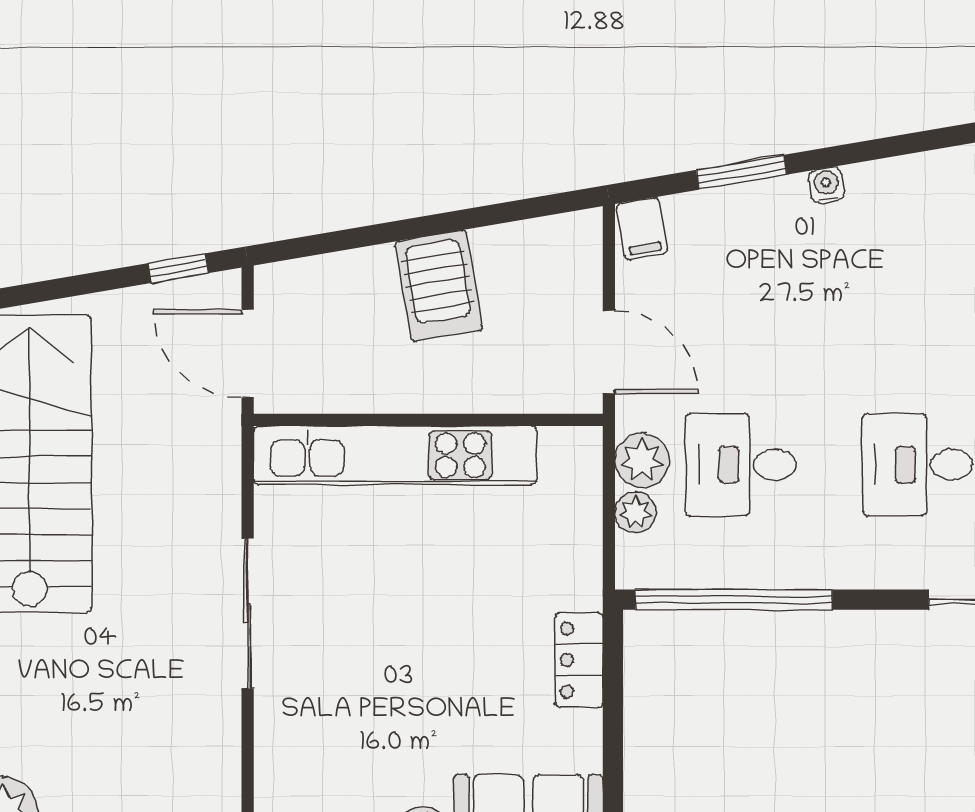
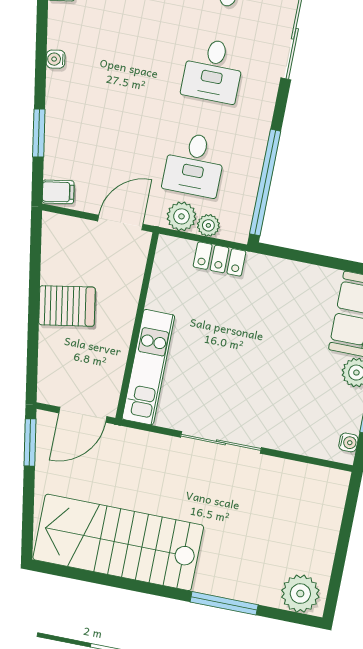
water cooler: (827, 185) -> (56, 59), moved
window: (178, 268) -> (30, 442), width x1.50
kitchen unit: (395, 455) -> (148, 367), width x0.73
locker: (579, 660) -> (220, 259), moved

